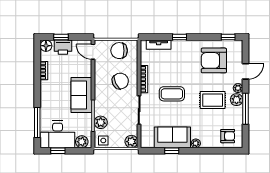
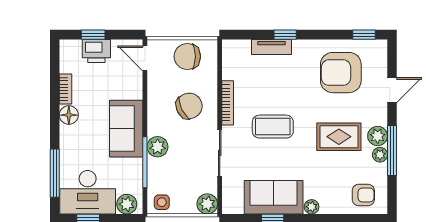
tv unit: (159, 45) -> (271, 47), moved
floor lamp: (46, 46) -> (69, 115), moved
plant: (238, 88) -> (380, 155), moved
plant: (101, 122) -> (158, 147), moved

